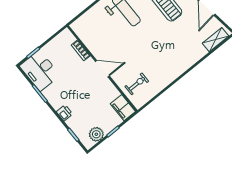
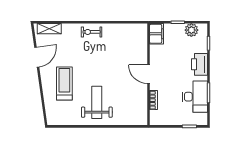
desk: (40, 71) -> (195, 97), moved
exercise bike: (137, 84) -> (92, 32), moved
printer: (64, 113) -> (199, 64), width x1.87, depth x1.48

